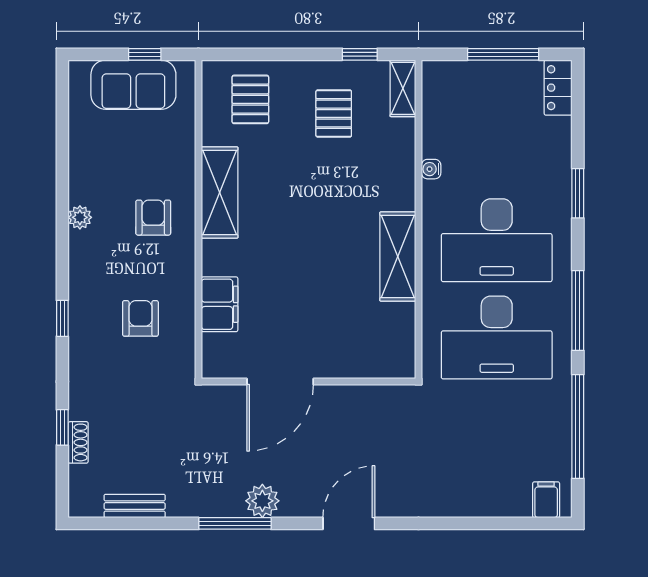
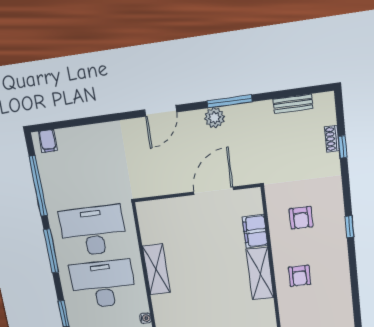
shelving: (220, 193) -> (260, 274), moved
plant: (80, 217) -> (343, 271), removed
window: (62, 318) -> (350, 226), moved

